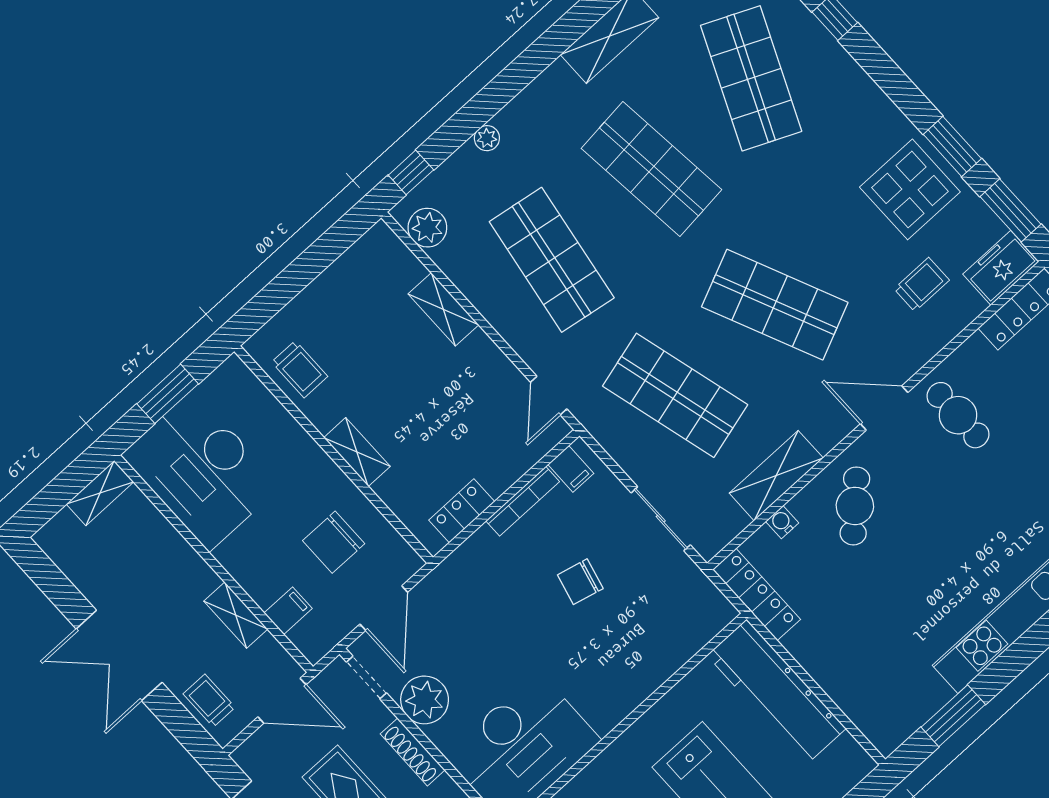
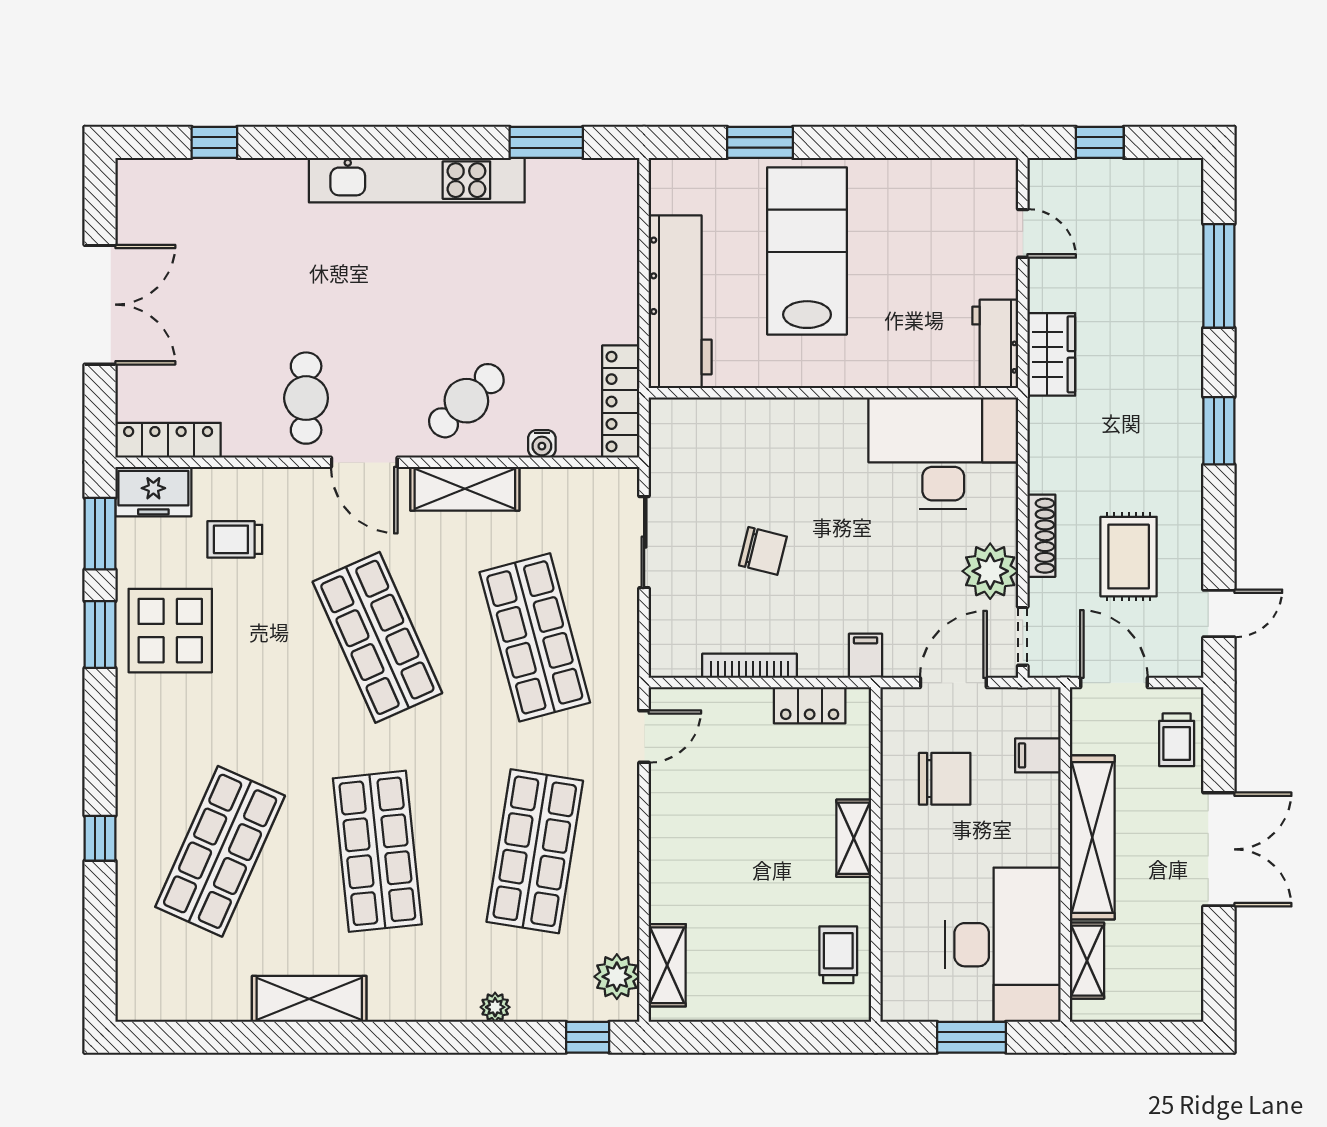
shelving: (443, 309) -> (667, 965), moved
filing cabinet: (571, 469) -> (866, 656), moved
shelving: (776, 476) -> (465, 489), moved
shelving: (100, 493) -> (1087, 961), moved, turned 90
shelving: (236, 615) -> (1092, 837), width x2.20, depth x1.33

